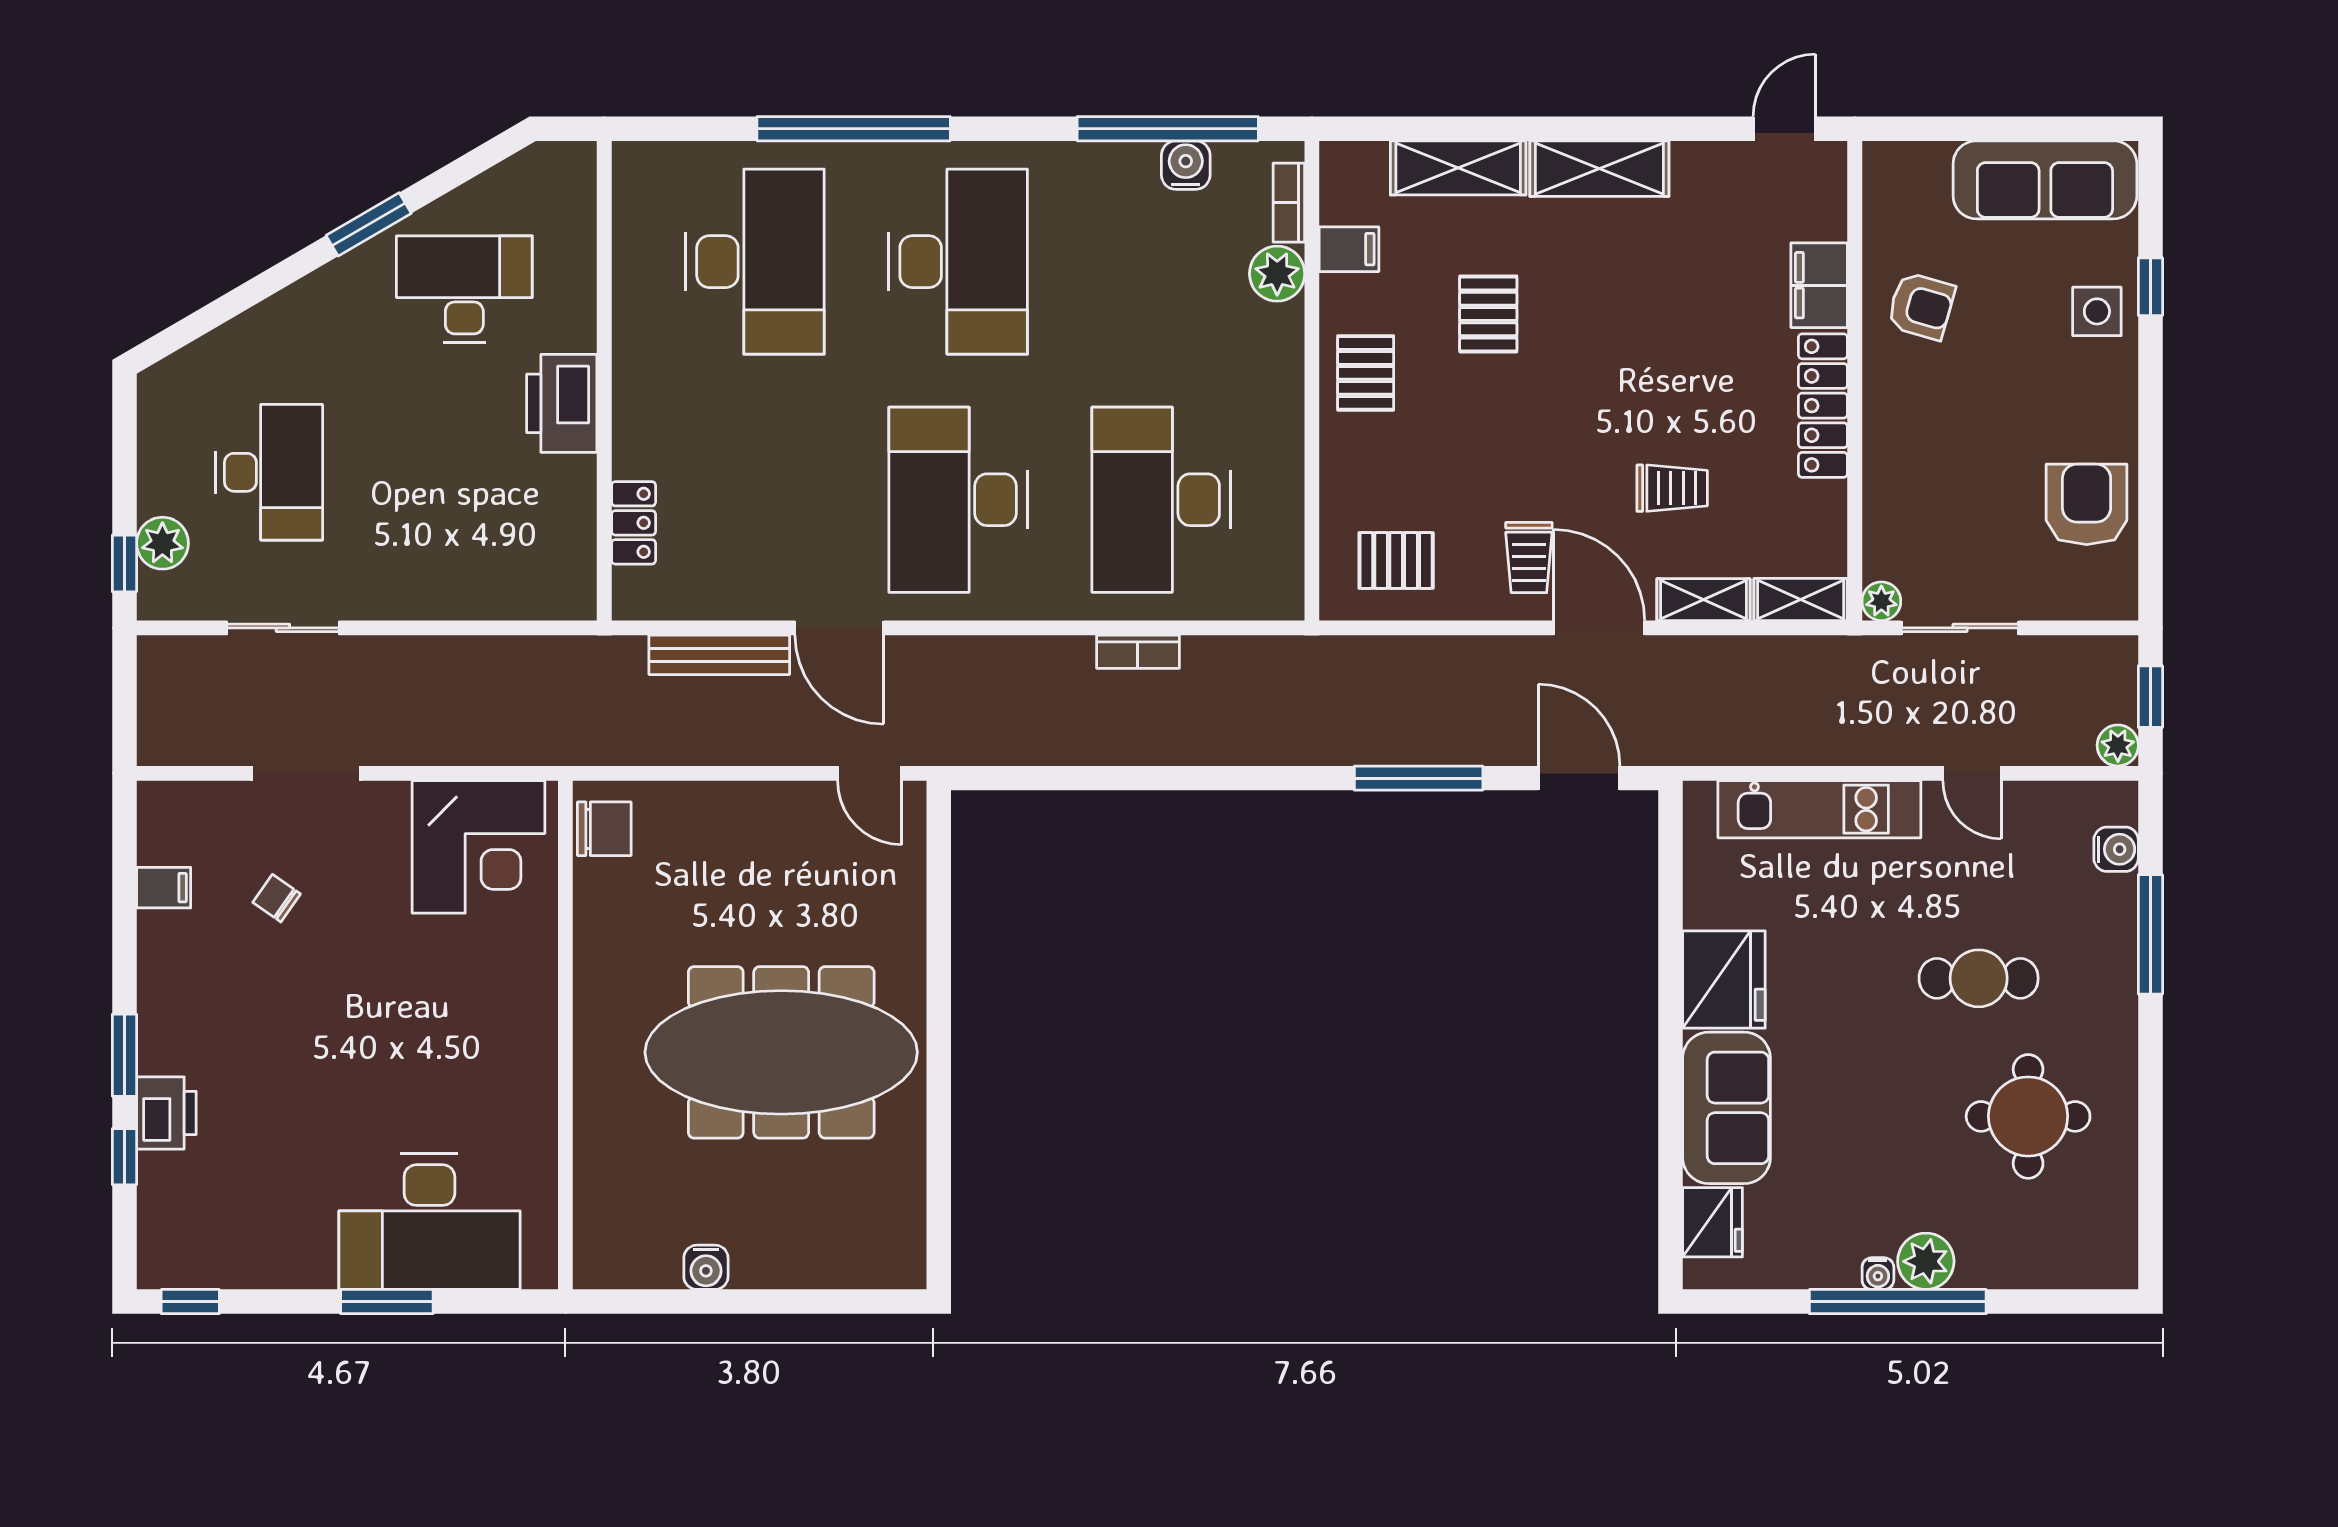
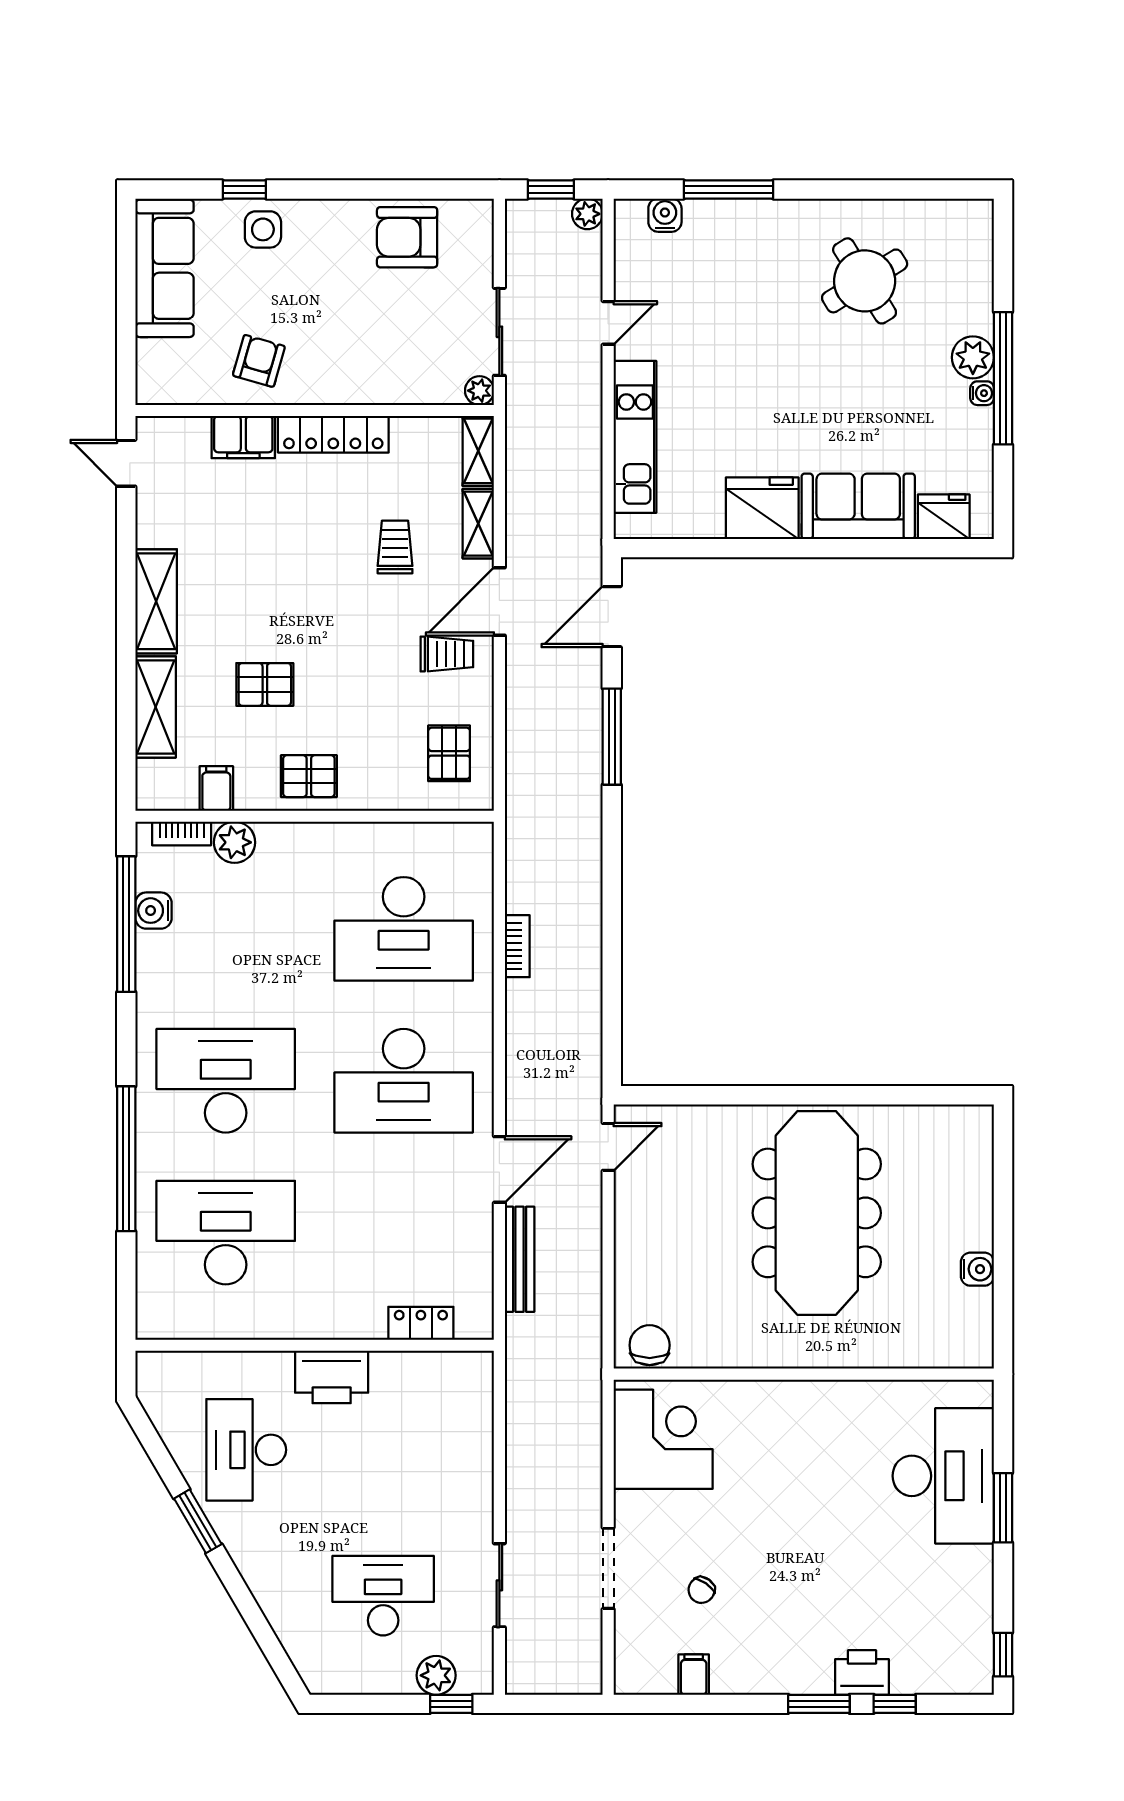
cafe table: (1979, 978) -> (761, 318), removed
round table: (2028, 1116) -> (865, 281), turned -32

